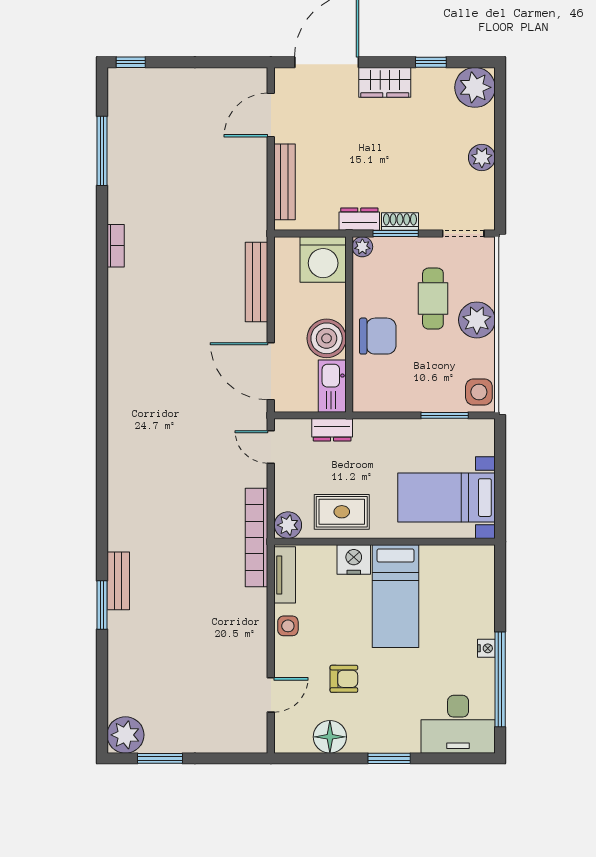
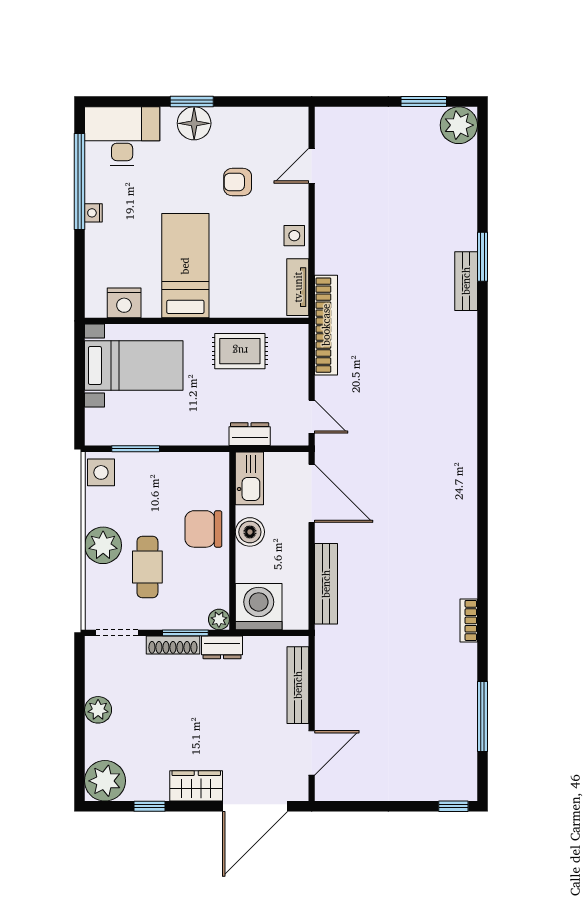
shoe rack: (400, 222) -> (173, 645), width x1.43
boiler: (327, 338) -> (250, 532), width x0.73, depth x0.73
plant: (288, 525) -> (294, 338), removed
nightstand: (354, 559) -> (124, 303), moved
floor lamp: (330, 737) -> (194, 123), moved

